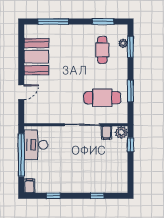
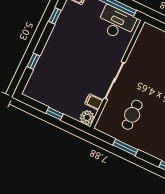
cafe table: (102, 98) -> (132, 115), width x0.73, depth x0.74
window: (130, 145) -> (55, 114), moved

